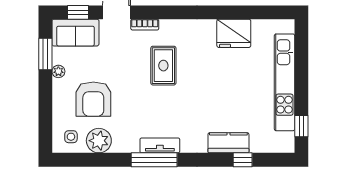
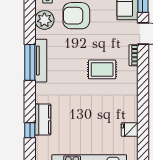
fridge: (234, 33) -> (130, 130), width x0.53, depth x0.75
tv unit: (160, 145) -> (41, 61), width x1.41

